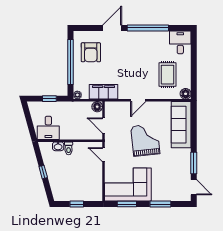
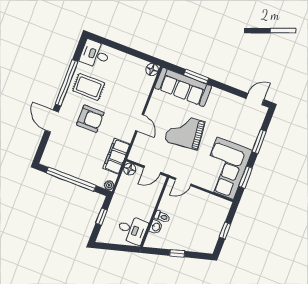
armchair: (91, 52) -> (90, 119), moved
rug: (168, 75) -> (89, 87), moved
window: (194, 163) -> (196, 77), moved

